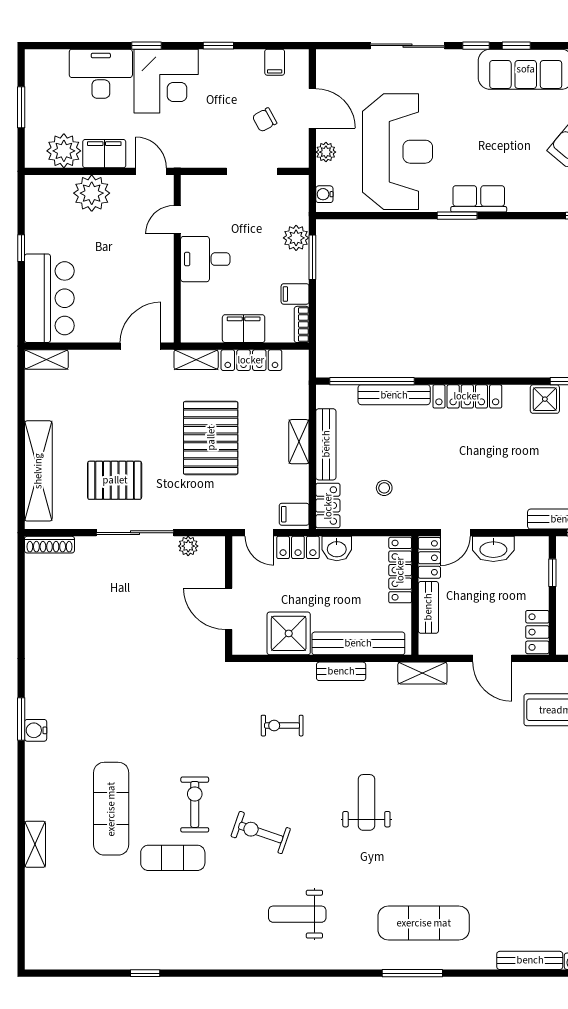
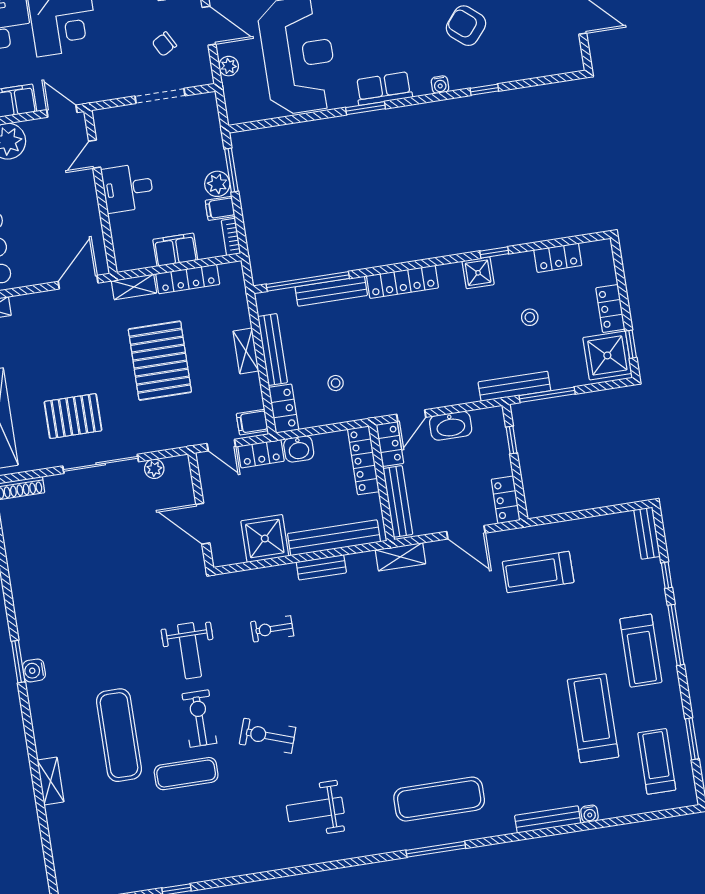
water cooler: (324, 194) -> (440, 85), moved, turned -90
plant: (296, 238) -> (217, 184), moved
bench: (428, 607) -> (398, 501), width x1.36
weight bench: (366, 802) -> (189, 651), moved, turned 180

